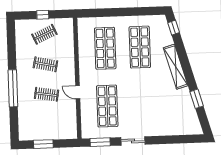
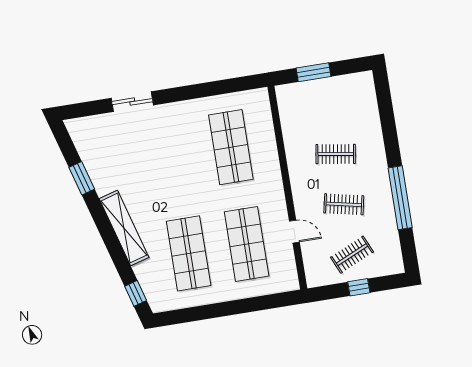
window: (13, 88) -> (400, 198), moved
door: (78, 92) -> (294, 232), moved
sliding door: (133, 141) -> (132, 102), moved
window: (100, 142) -> (235, 85), removed
window: (43, 144) -> (314, 72), moved

